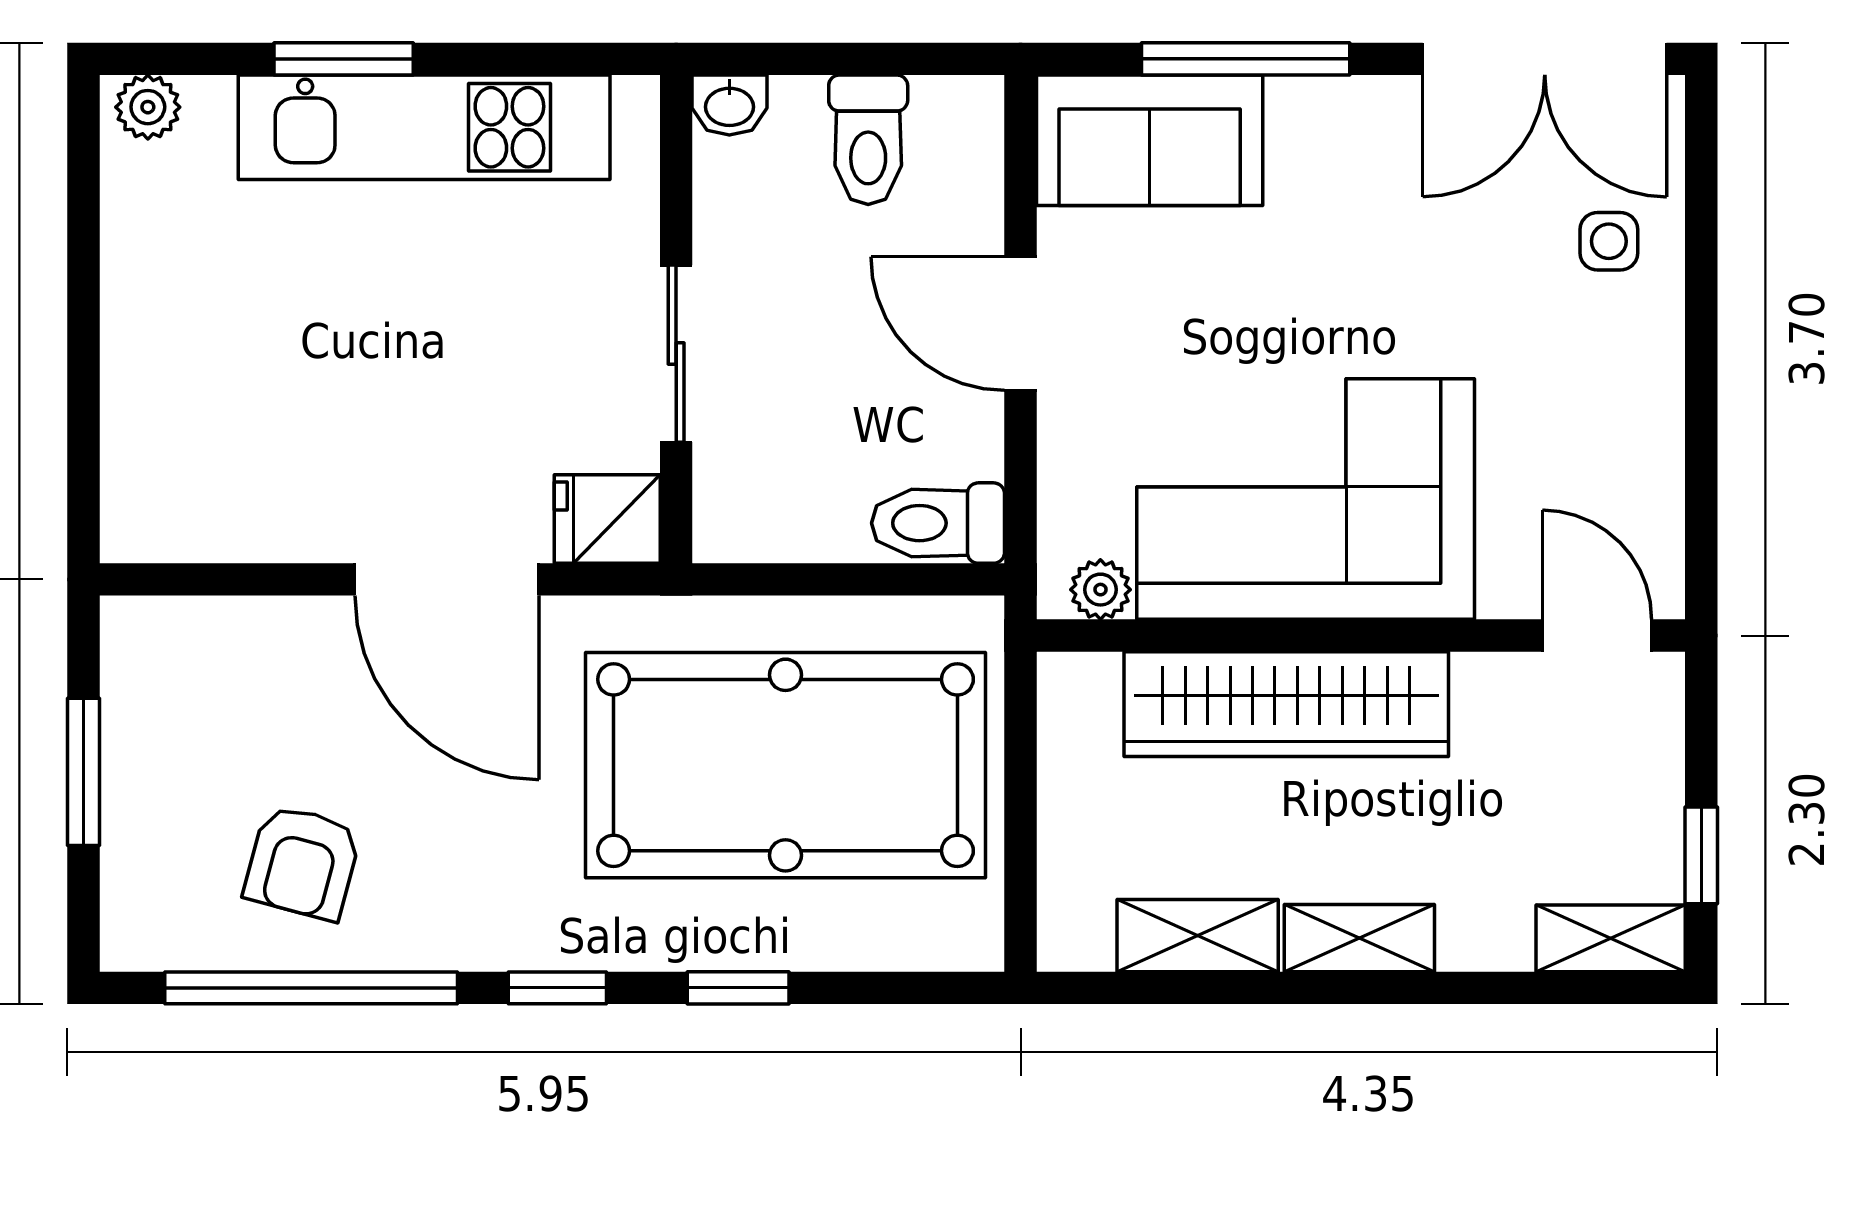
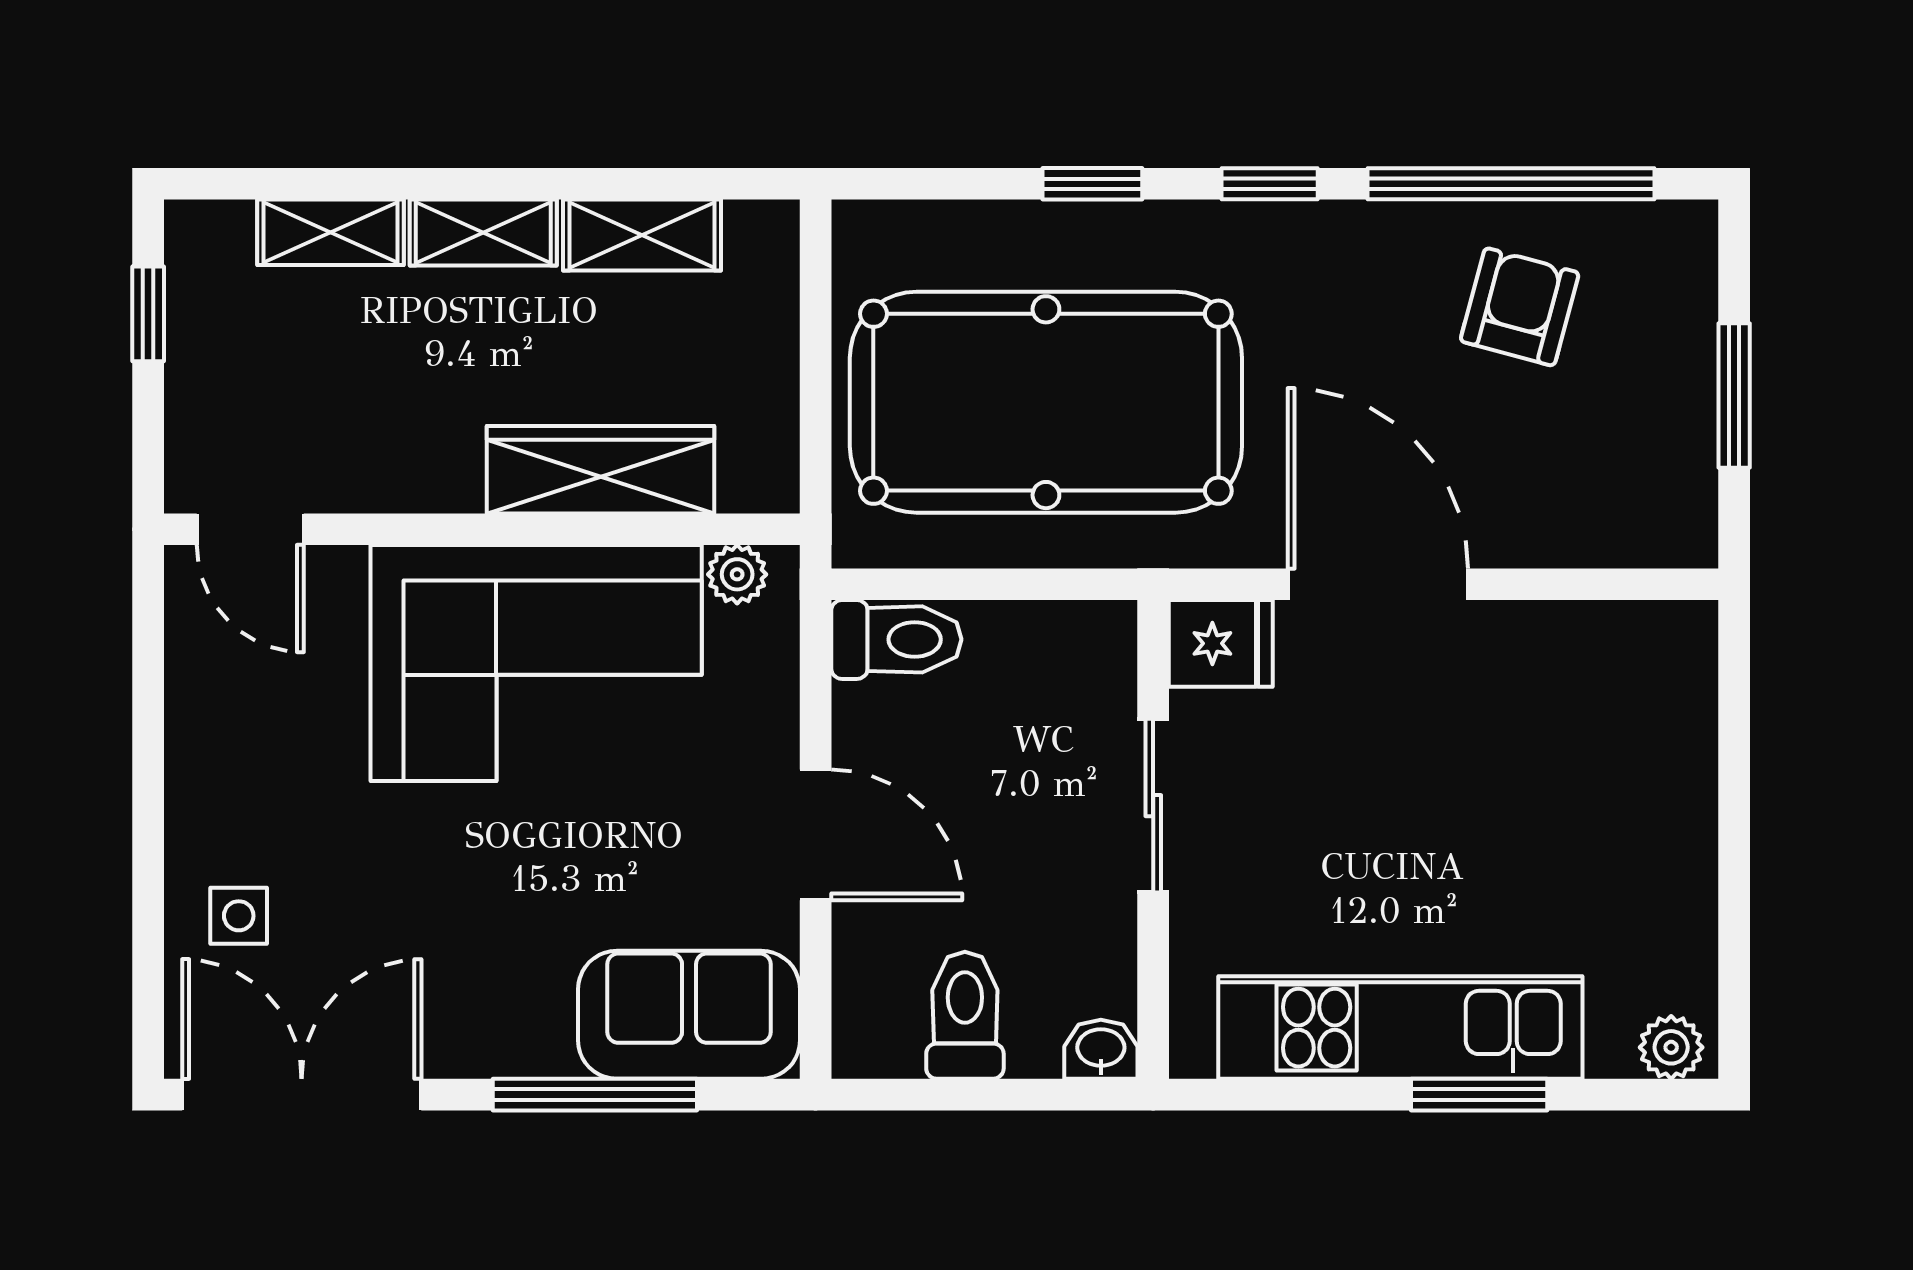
wardrobe: (1286, 704) -> (601, 470), width x0.71, depth x0.85
shelving: (1611, 938) -> (330, 232), moved

